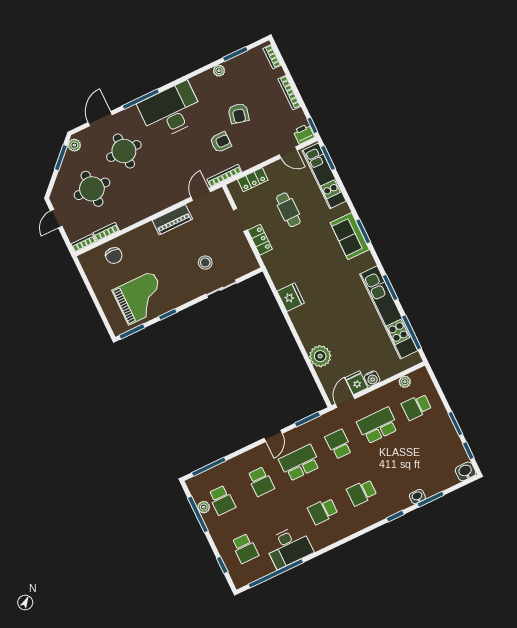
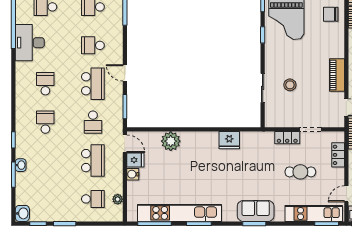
school desk: (417, 407) -> (93, 199), turned 90
school desk: (339, 444) -> (93, 122), turned 90

